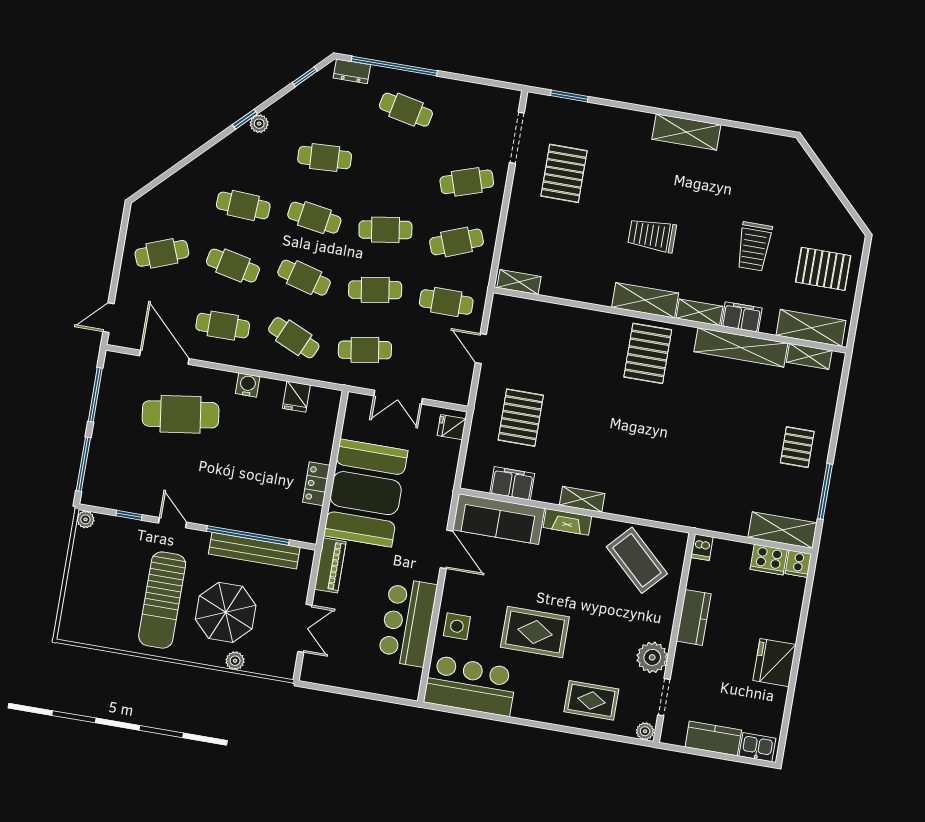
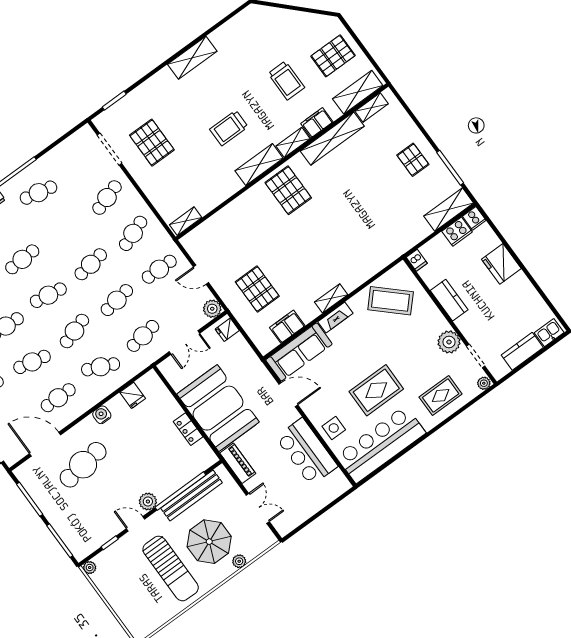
cafe table: (304, 278) -> (74, 331), turned -33
plant: (458, 392) -> (212, 309), added
plant: (206, 513) -> (148, 501), added
fridge: (775, 663) -> (501, 264), moved
bar counter: (470, 686) -> (381, 444), width x1.36

